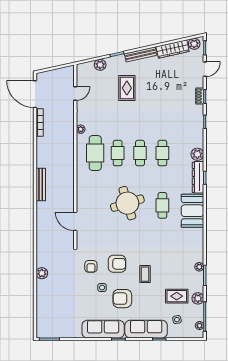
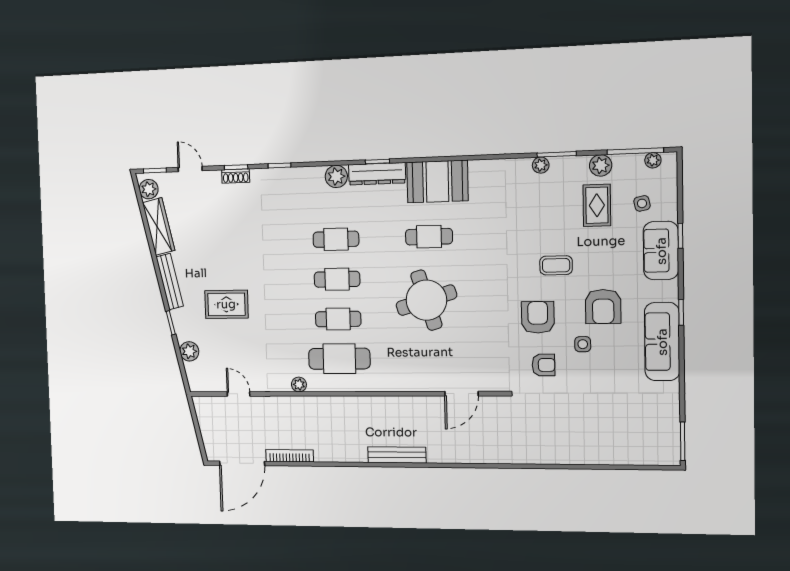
plant: (42, 273) -> (558, 454), removed
sofa: (146, 329) -> (661, 251), width x0.73

